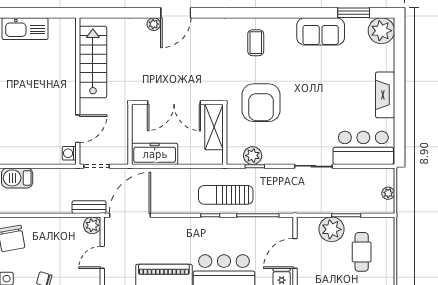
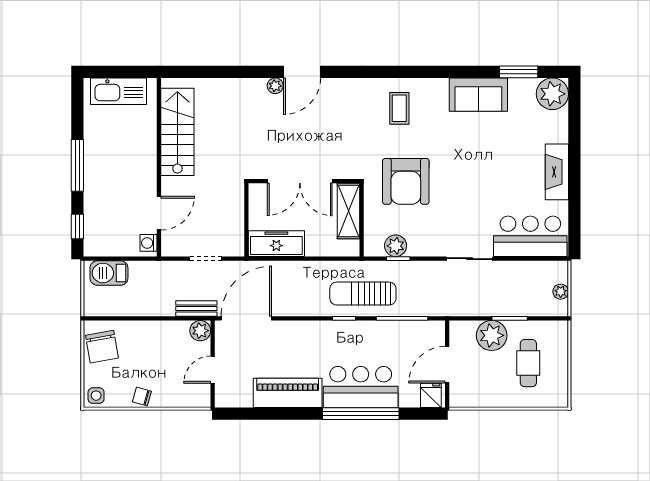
stairs: (93, 62) -> (177, 132), moved
wall: (78, 91) -> (159, 167), moved
door: (78, 129) -> (159, 213), moved
washing machine: (69, 153) -> (148, 243), moved

